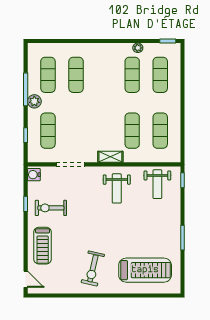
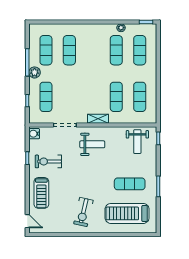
weight bench: (117, 188) -> (92, 144), moved, turned -90
exercise mat: (148, 235) -> (130, 184), added
treadmill: (145, 270) -> (127, 213), turned 180

